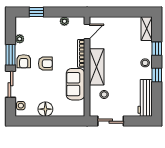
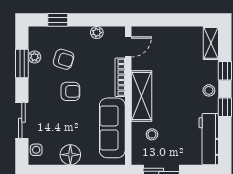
window: (11, 55) -> (22, 63), moved
armchair: (24, 61) -> (64, 59), moved, turned -73
sofa: (76, 84) -> (112, 128), width x1.36

